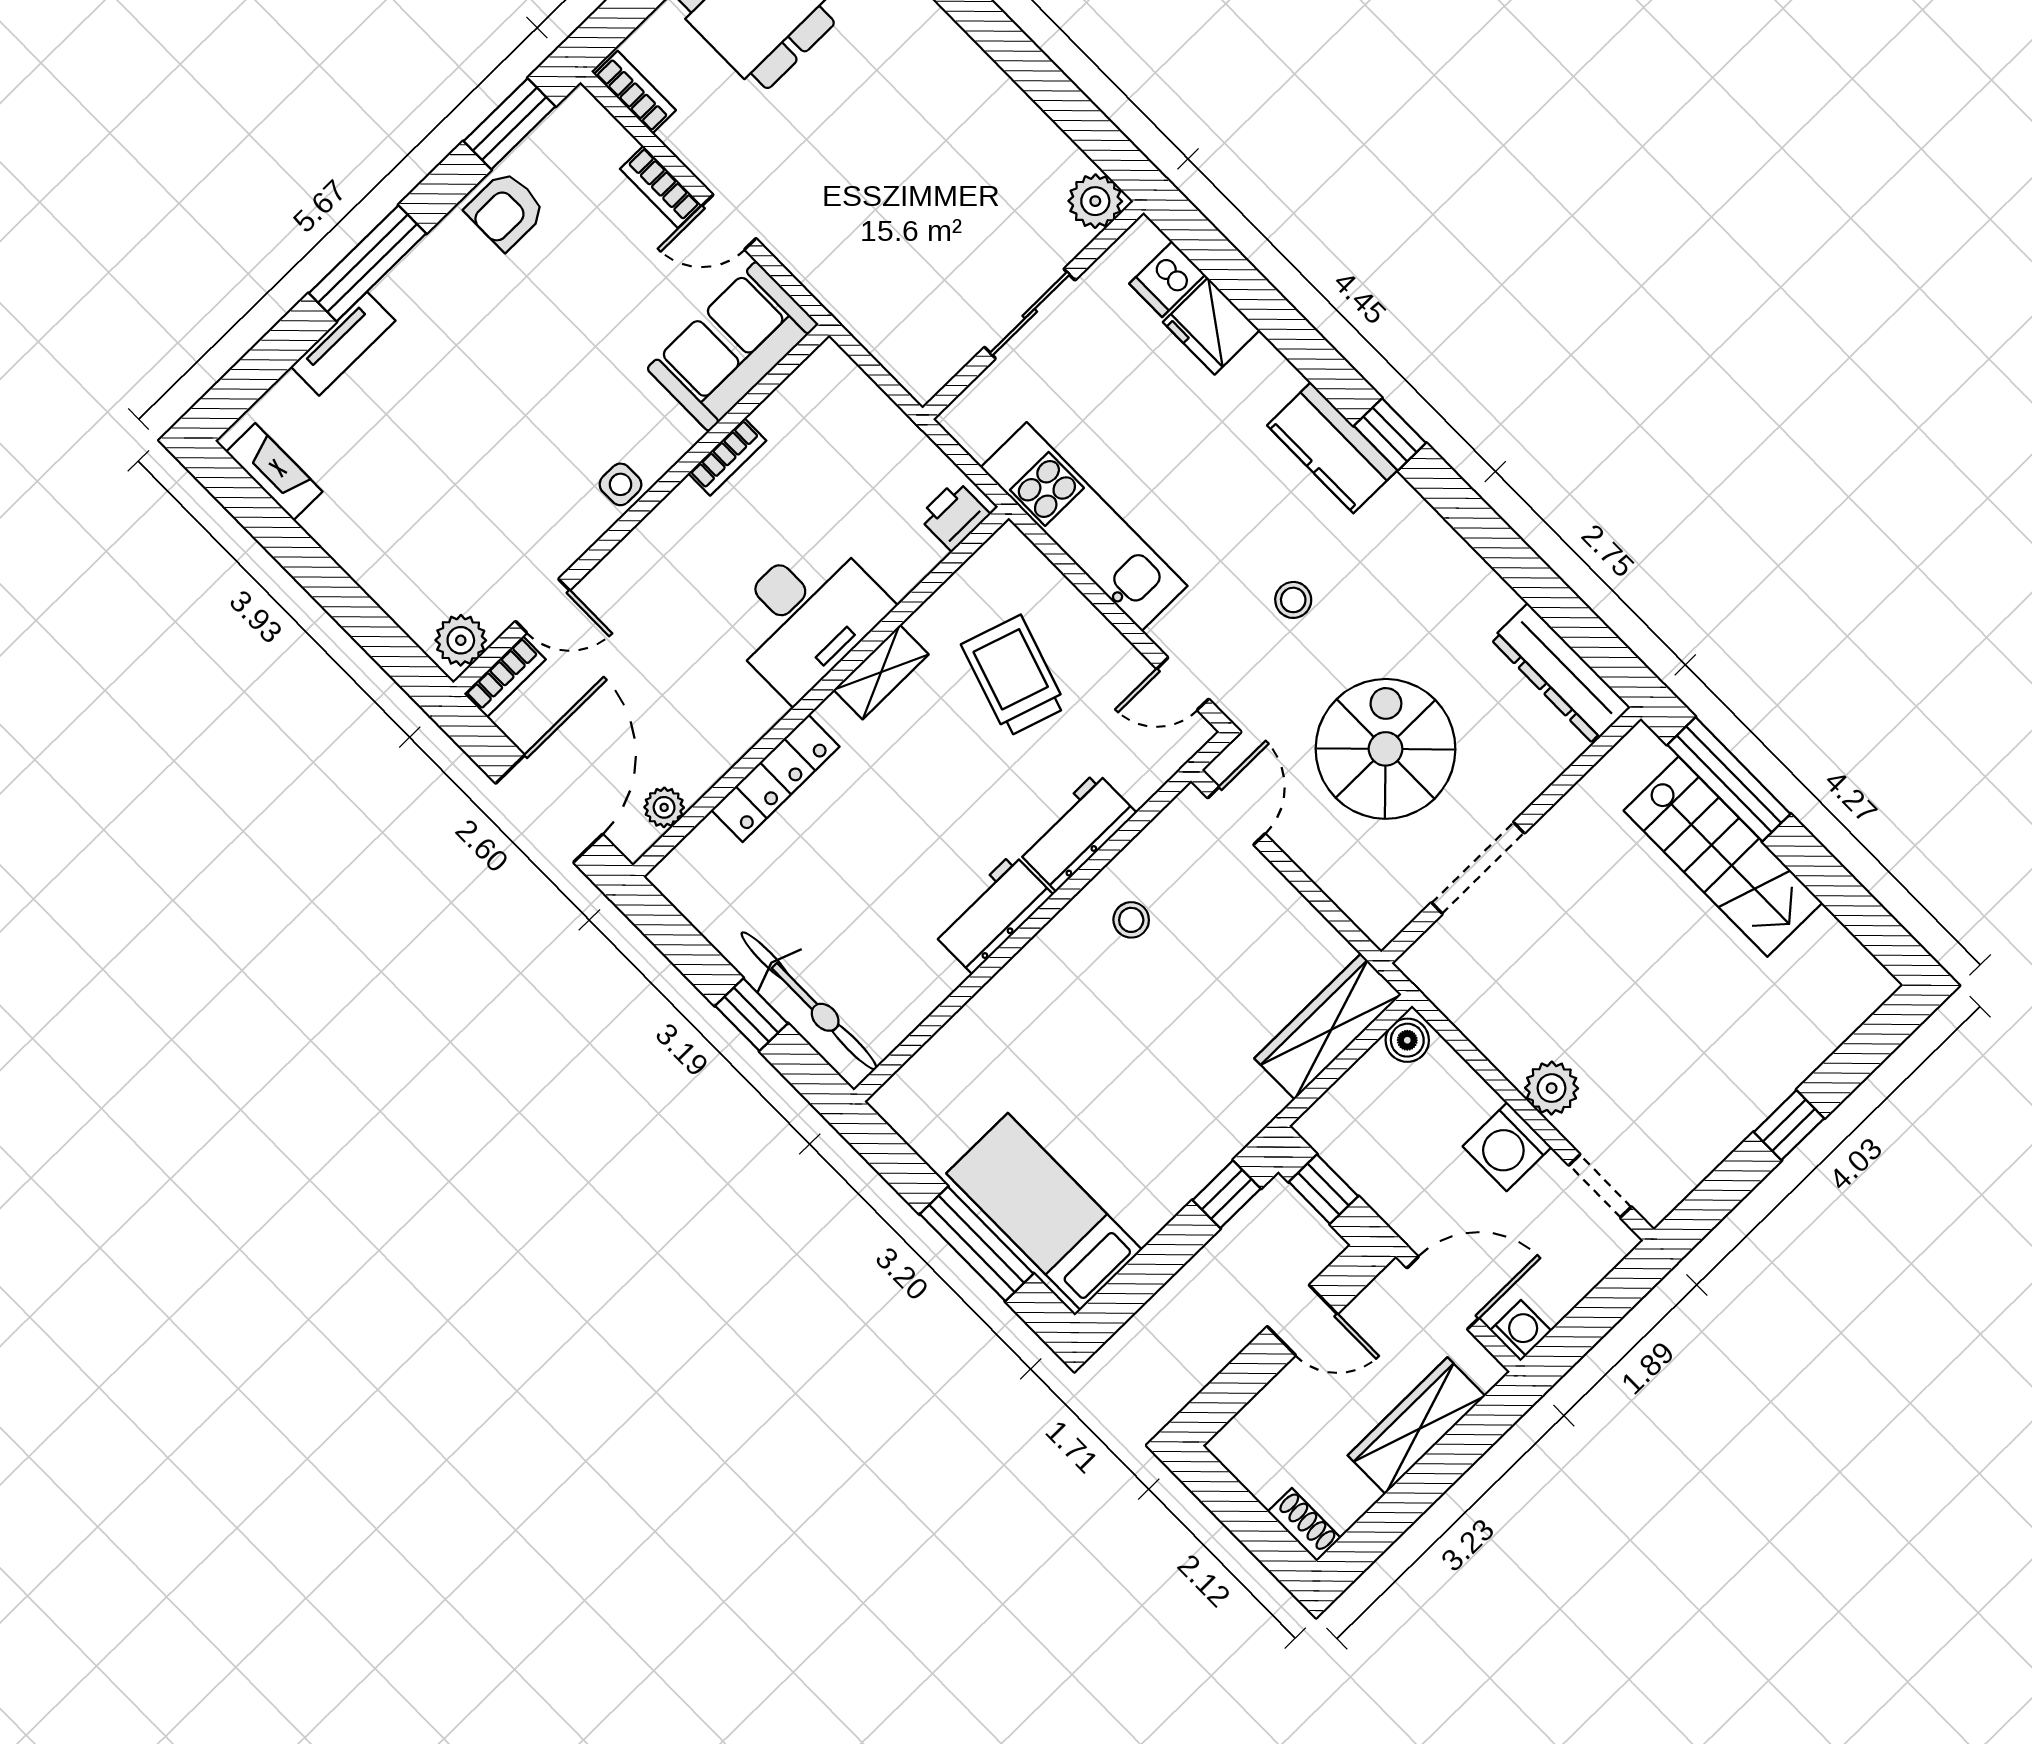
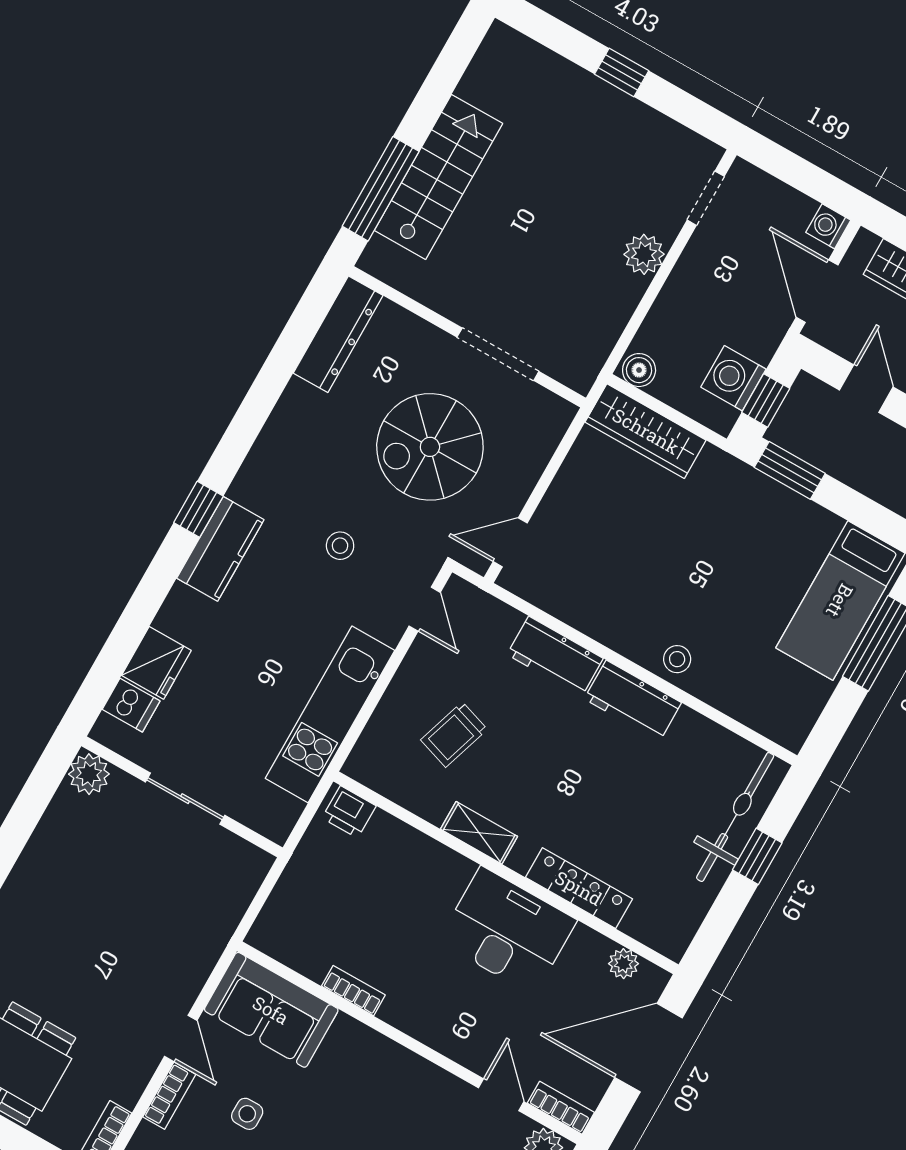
side table: (621, 484) -> (247, 1114), moved
desk: (805, 616) -> (508, 931), moved
trolley: (1014, 676) -> (454, 735), width x0.73, depth x0.72
stool: (1131, 920) -> (677, 659), moved
washing machine: (1507, 1147) -> (733, 378), moved, turned 180
window: (1227, 1194) -> (790, 470), width x1.50

